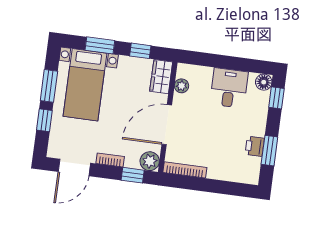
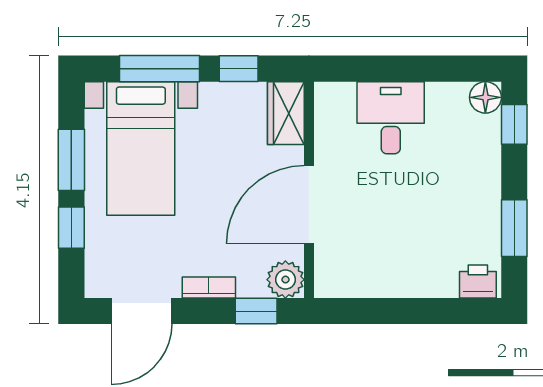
window: (100, 45) -> (159, 69), width x1.44
plant: (181, 86) -> (328, 126), removed
desk: (229, 88) -> (391, 118), moved
printer: (255, 146) -> (478, 281), moved, turned 90
bookcase: (185, 170) -> (356, 287), removed

